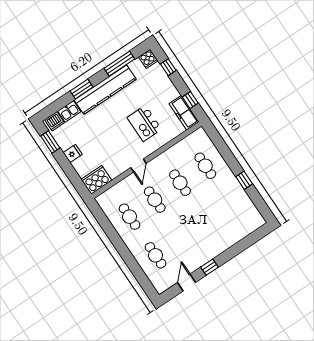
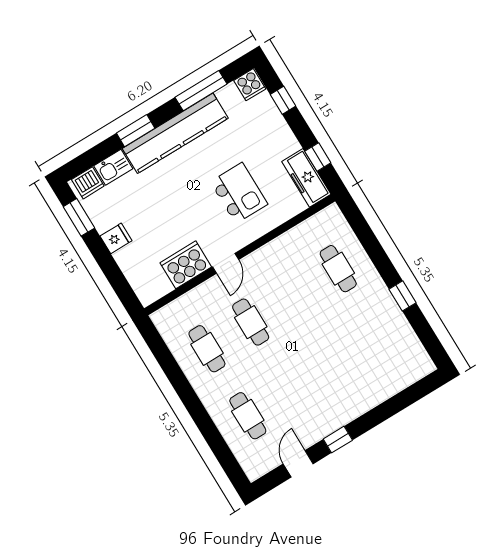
kitchen island: (144, 123) -> (239, 193), turned 180
cooker: (96, 180) -> (186, 265), moved
cafe table: (180, 183) -> (294, 295), removed

